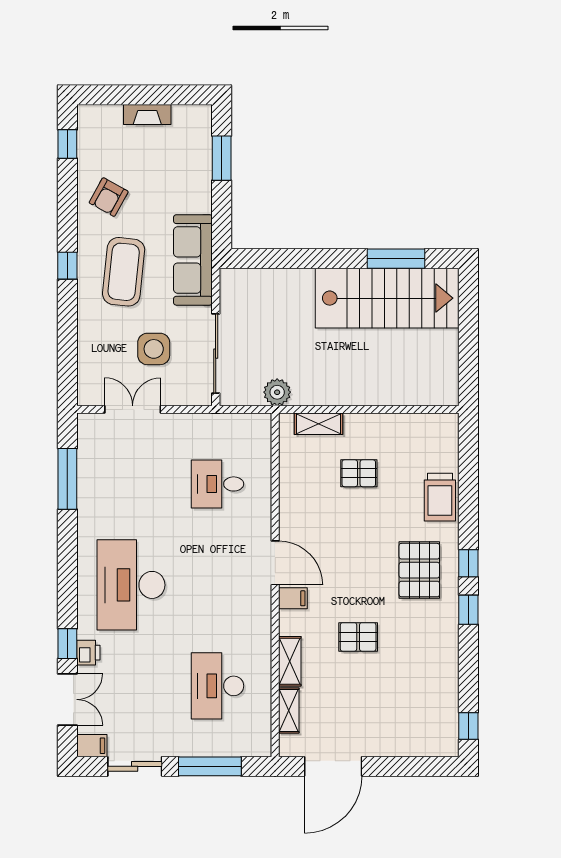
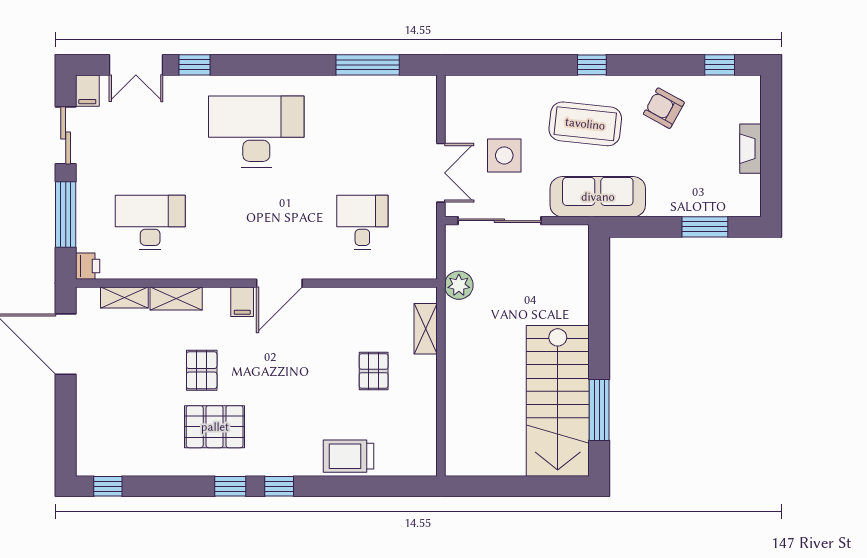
double door: (133, 409) -> (441, 173), moved
pallet: (419, 570) -> (215, 427), moved
printer: (88, 653) -> (88, 266), moved, turned -90

